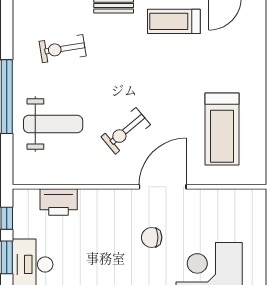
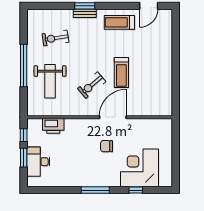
weight bench: (53, 124) -> (50, 81), turned 90
treadmill: (222, 129) -> (121, 72), moved, width x0.73, depth x0.73

